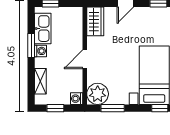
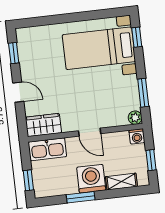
kitchen sink: (43, 29) -> (47, 149), moved, turned 180
washing machine: (40, 51) -> (91, 179), width x1.89, depth x1.89
plant: (98, 94) -> (135, 118), width x0.53, depth x0.53

